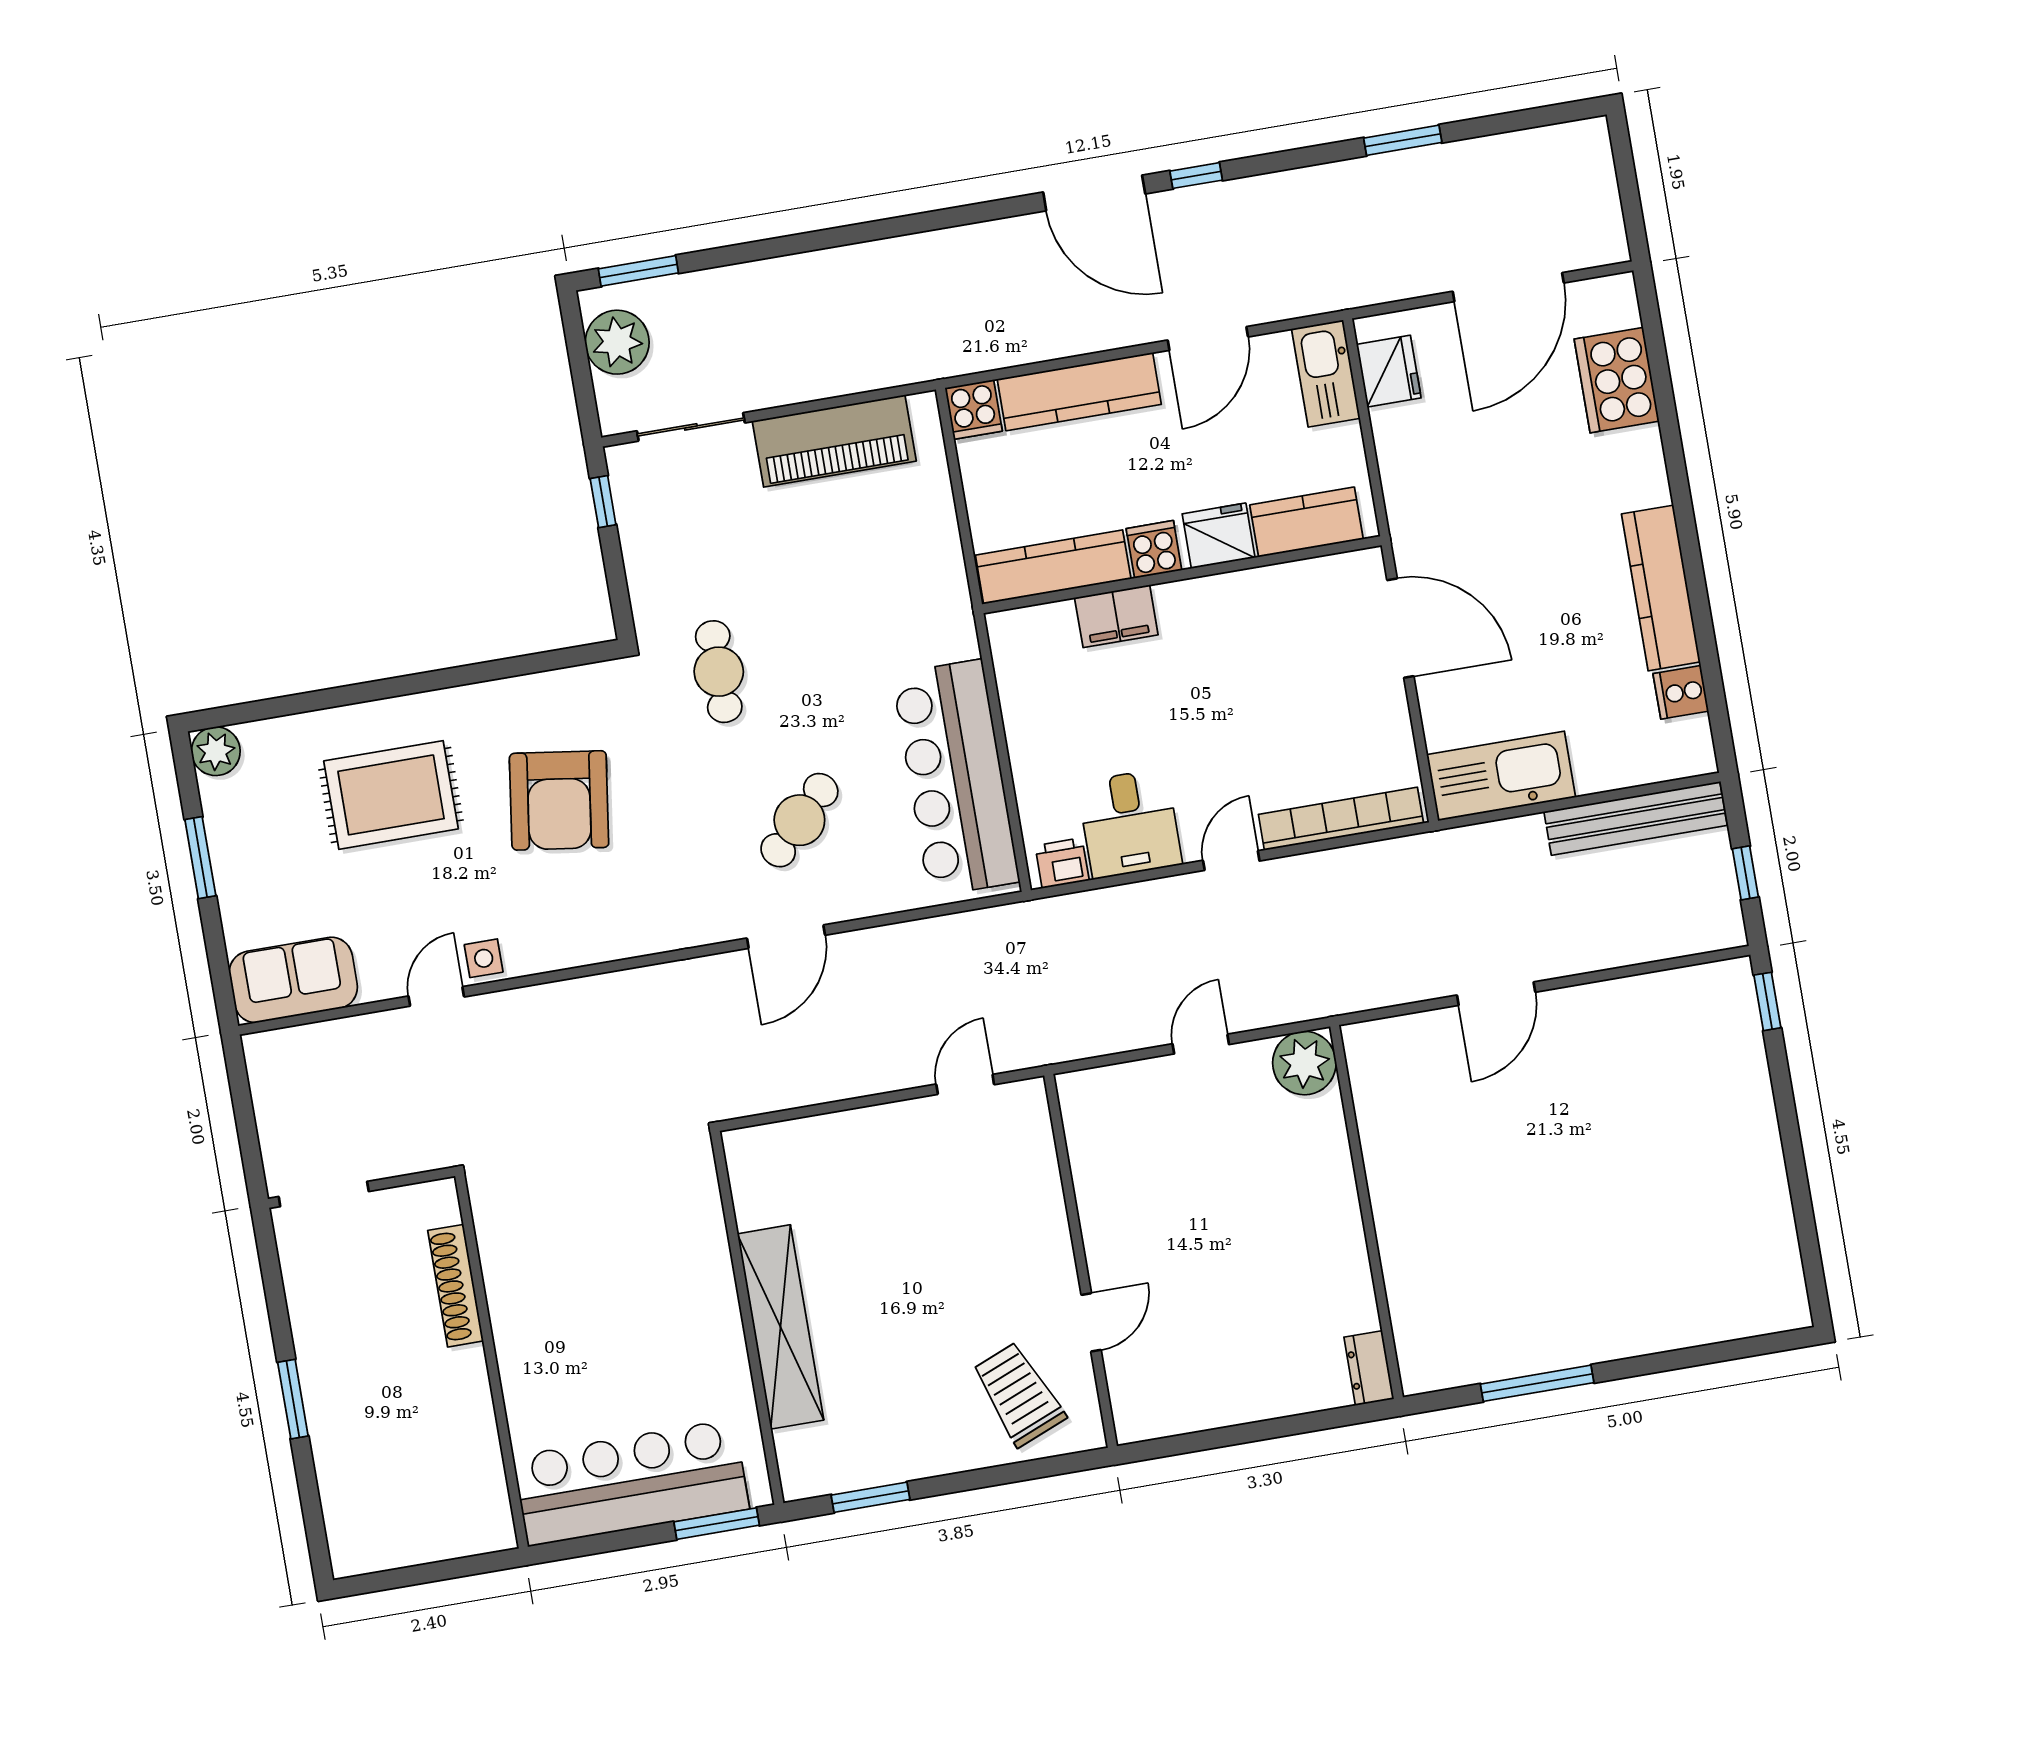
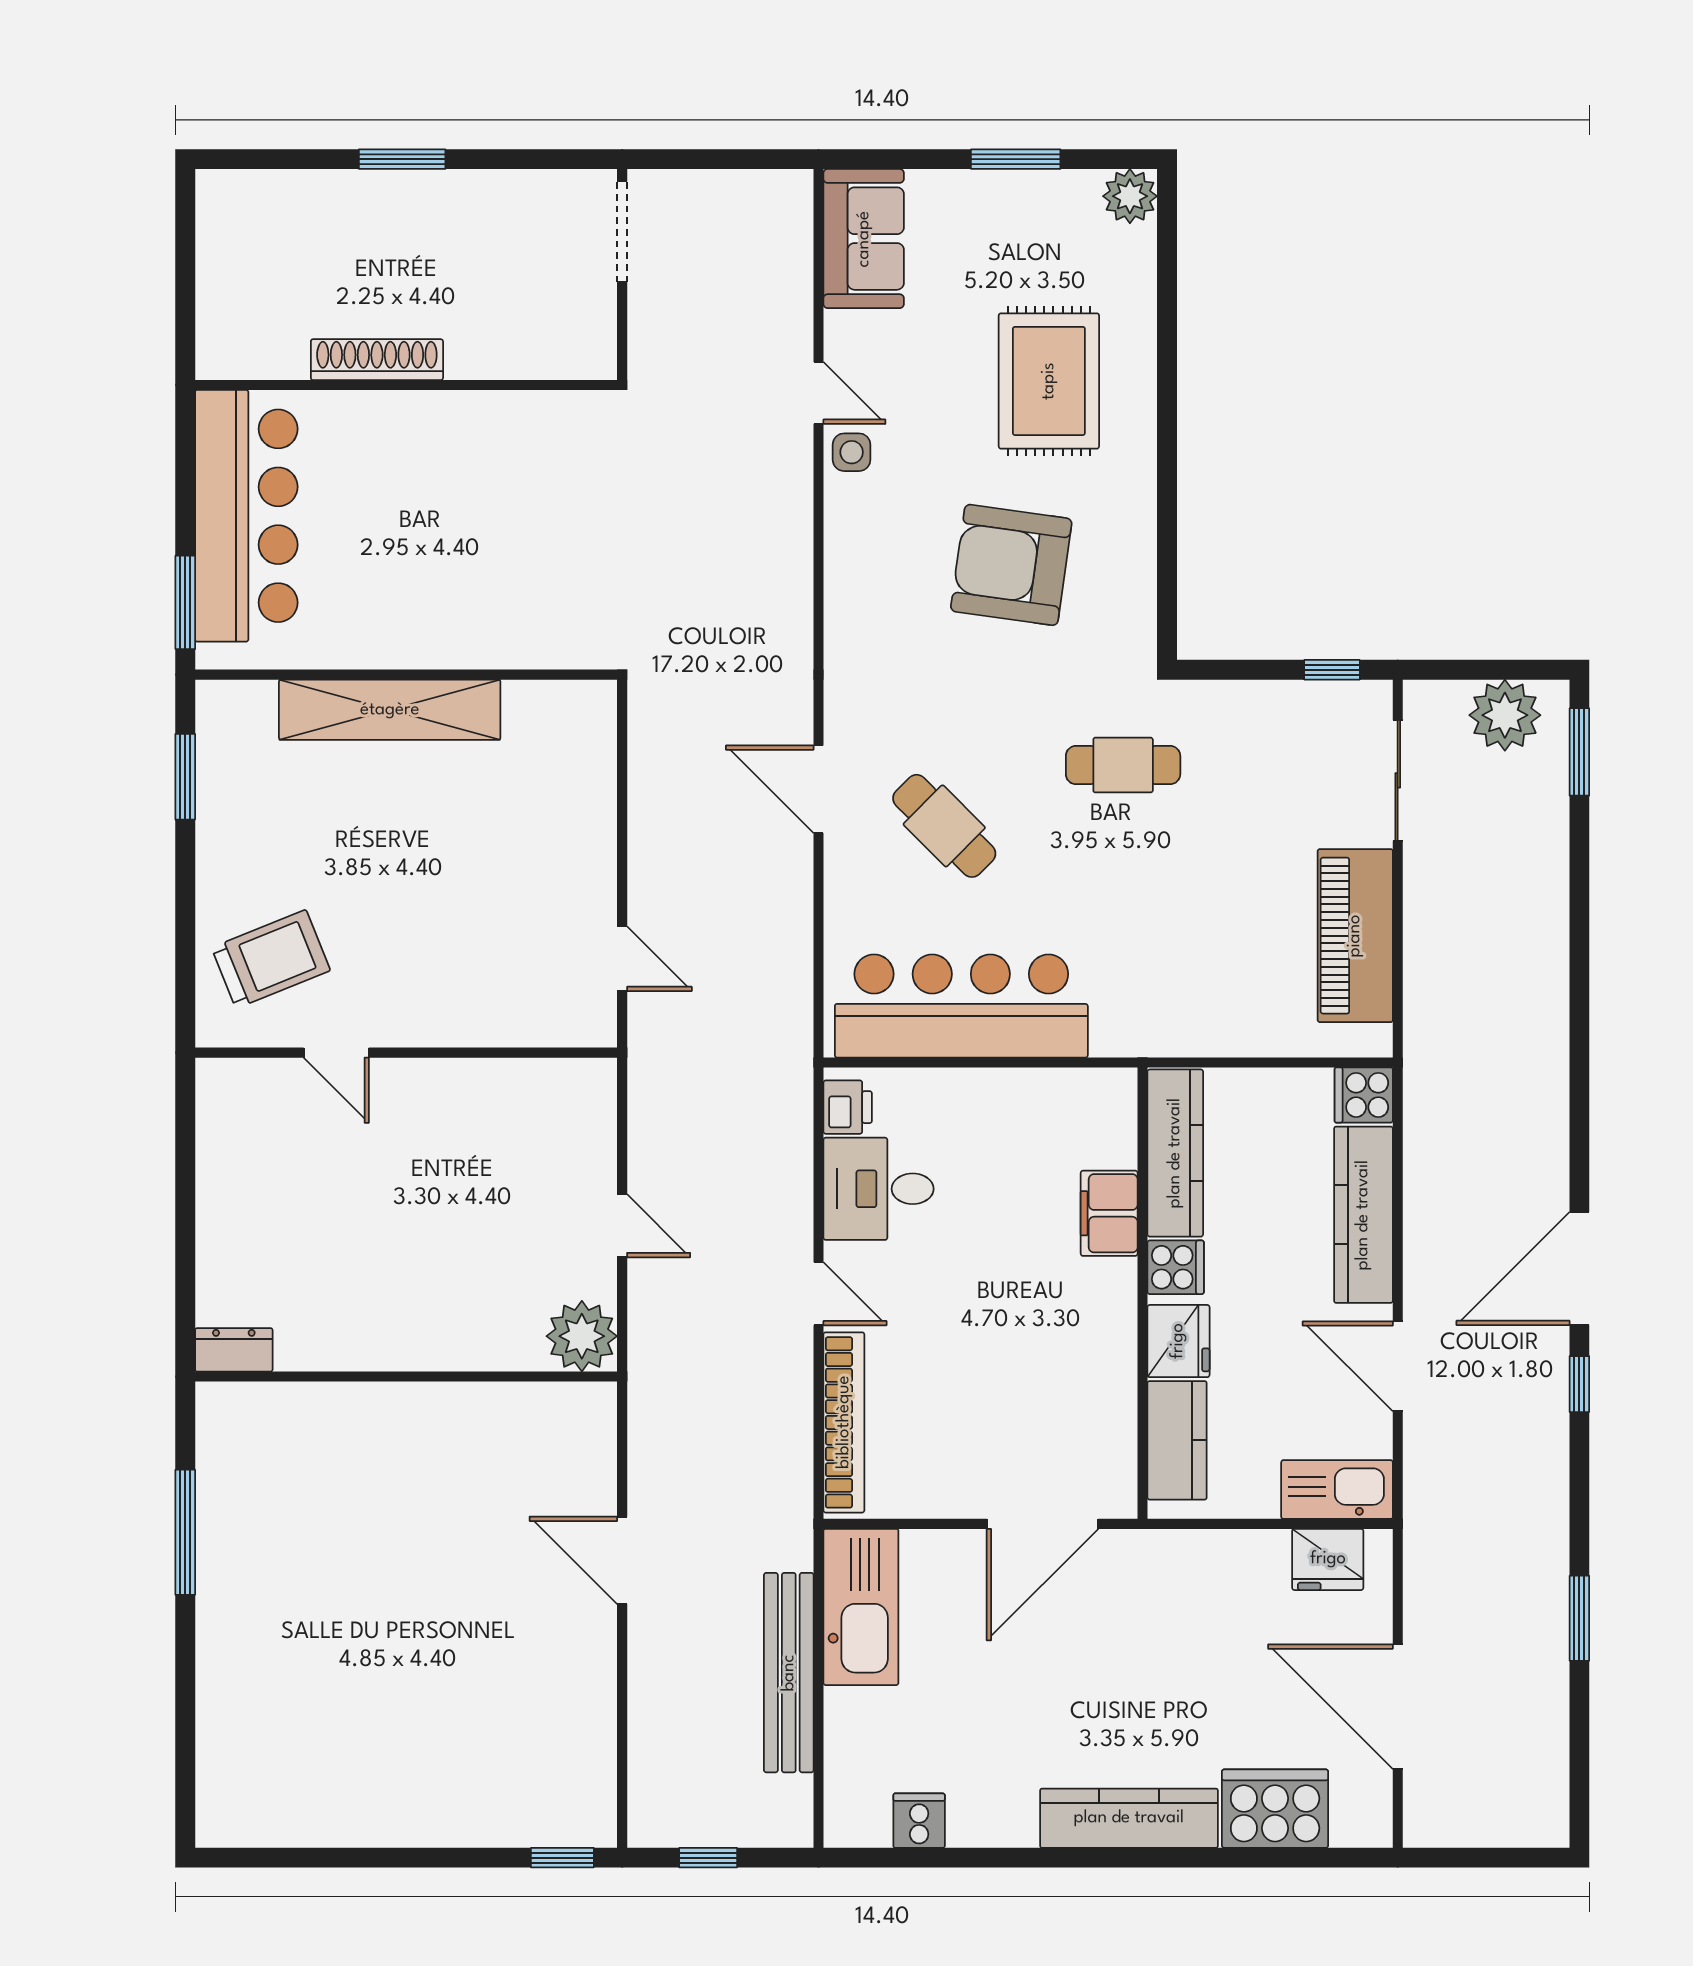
kitchen counter: (1661, 588) -> (1129, 1818), moved
bench: (1636, 818) -> (789, 1673), moved
shoe rack: (456, 1286) -> (377, 360), moved

